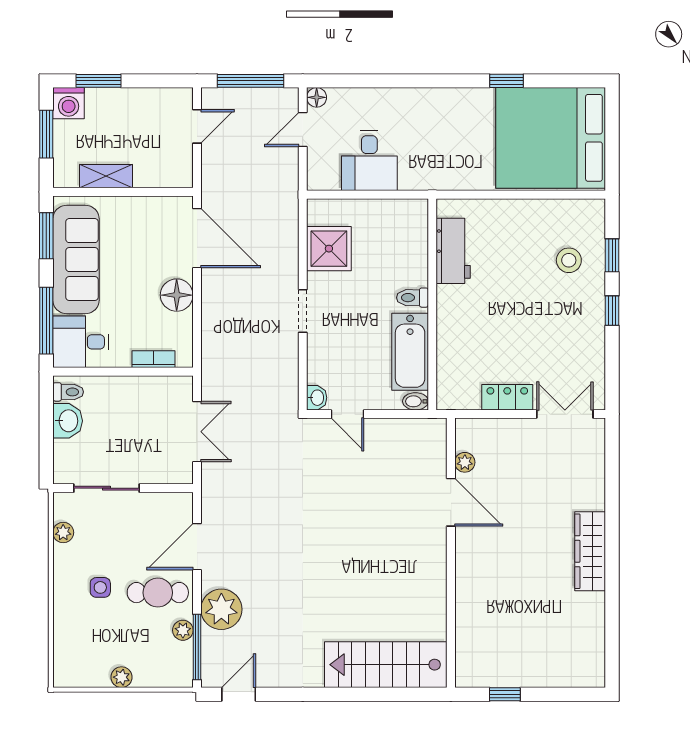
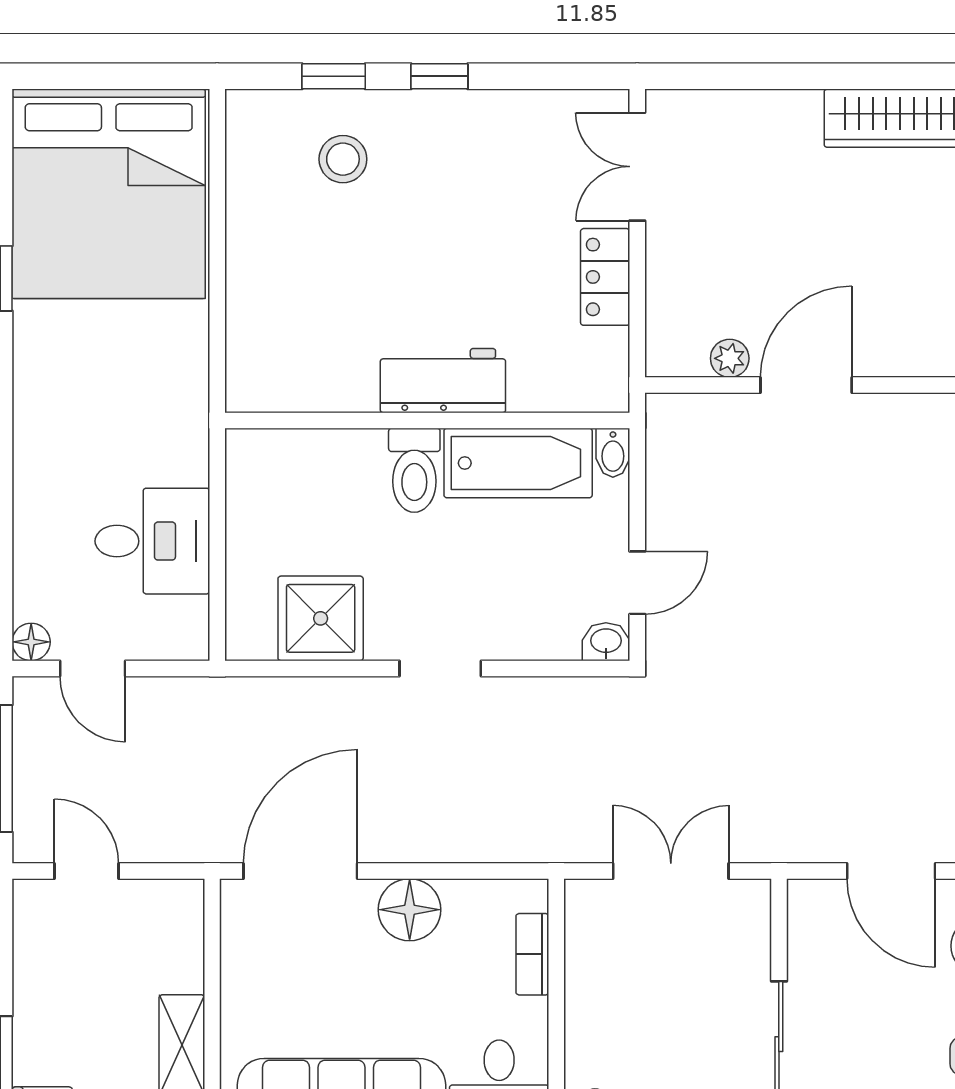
workbench: (453, 251) -> (443, 381), moved
toilet: (412, 298) -> (414, 470), width x1.37, depth x1.39

